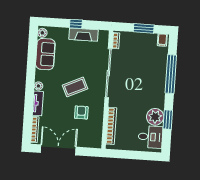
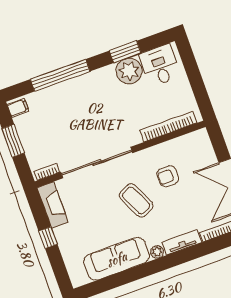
plant: (42, 33) -> (81, 279), removed
fireplace: (84, 35) -> (53, 205), moved
sofa: (45, 54) -> (117, 259), width x1.36

